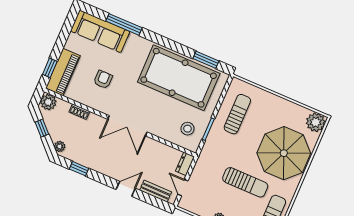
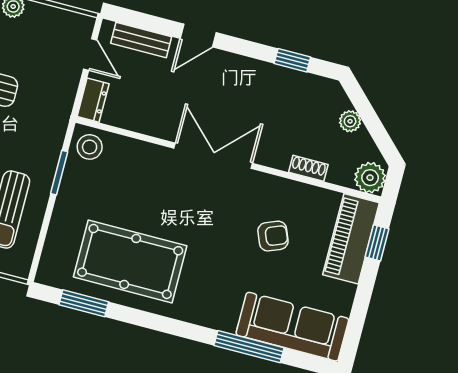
pool table: (179, 78) -> (130, 261), width x0.73, depth x0.76
armchair: (103, 80) -> (273, 236), turned -112
window: (42, 128) -> (375, 126), removed
stool: (187, 129) -> (90, 147), moved
plant: (60, 146) -> (350, 121), moved

